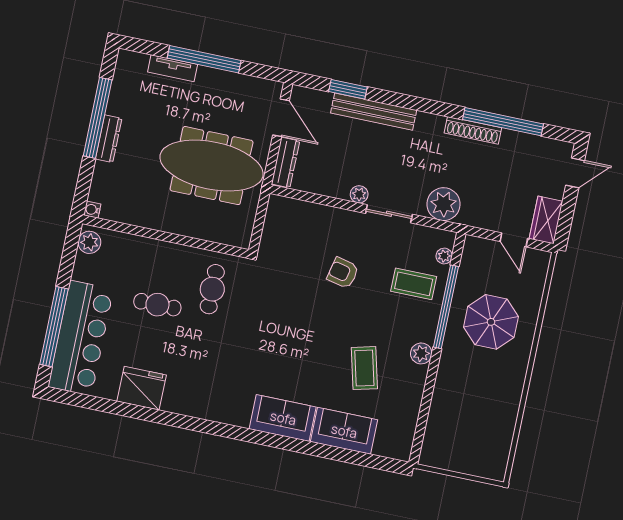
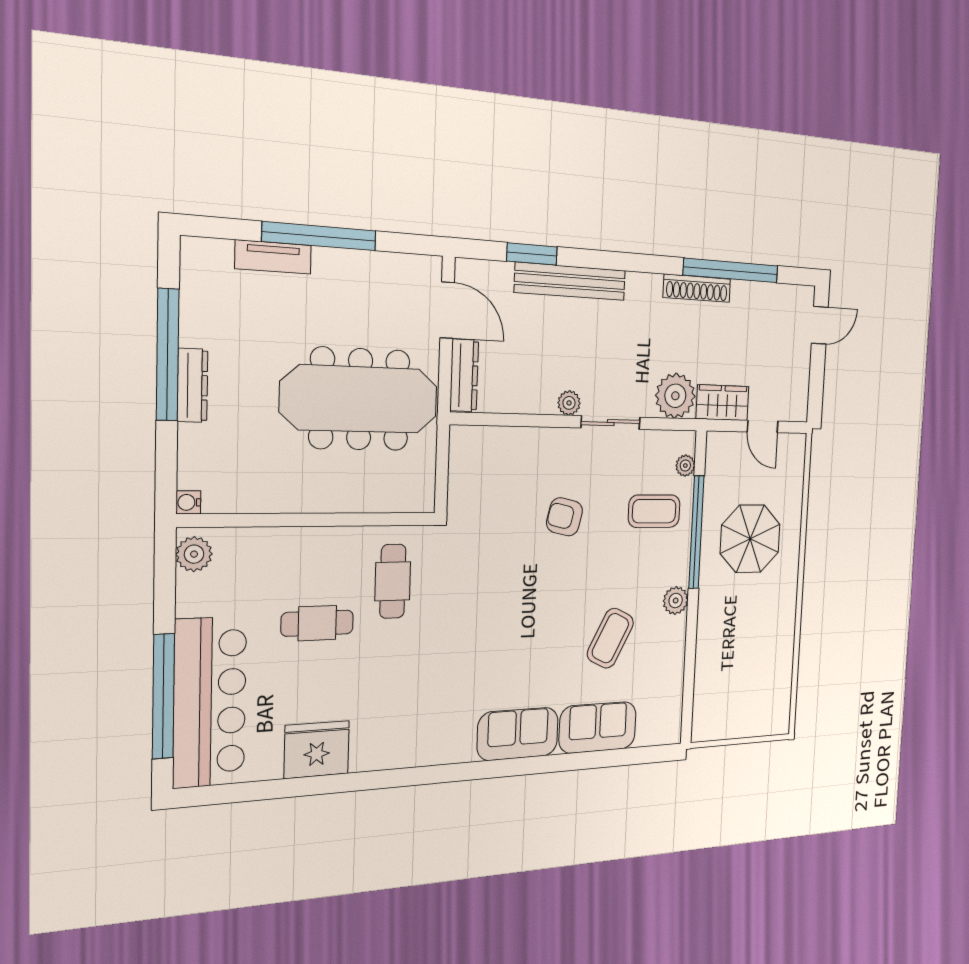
wardrobe: (546, 220) -> (722, 403), moved, turned 90
coffee table: (364, 368) -> (610, 638), turned 41

